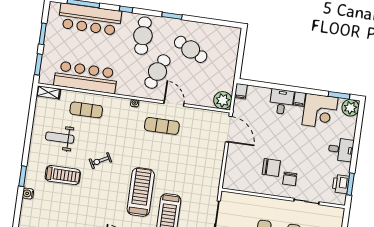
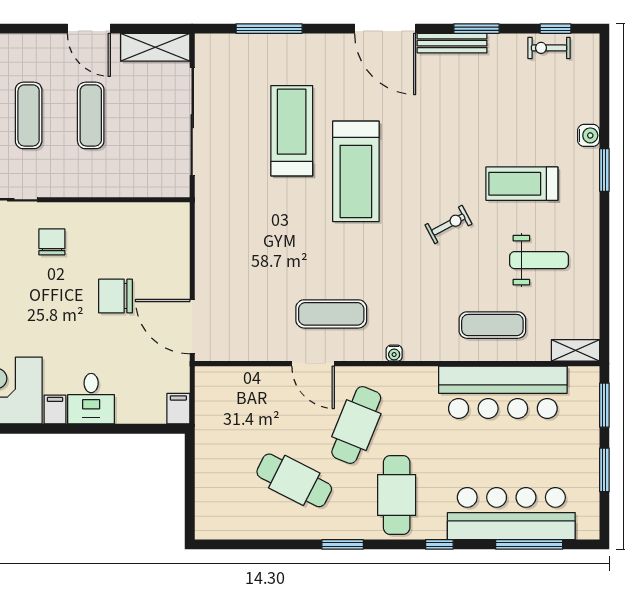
plant: (223, 100) -> (213, 385), removed
chair: (271, 167) -> (115, 296), moved

